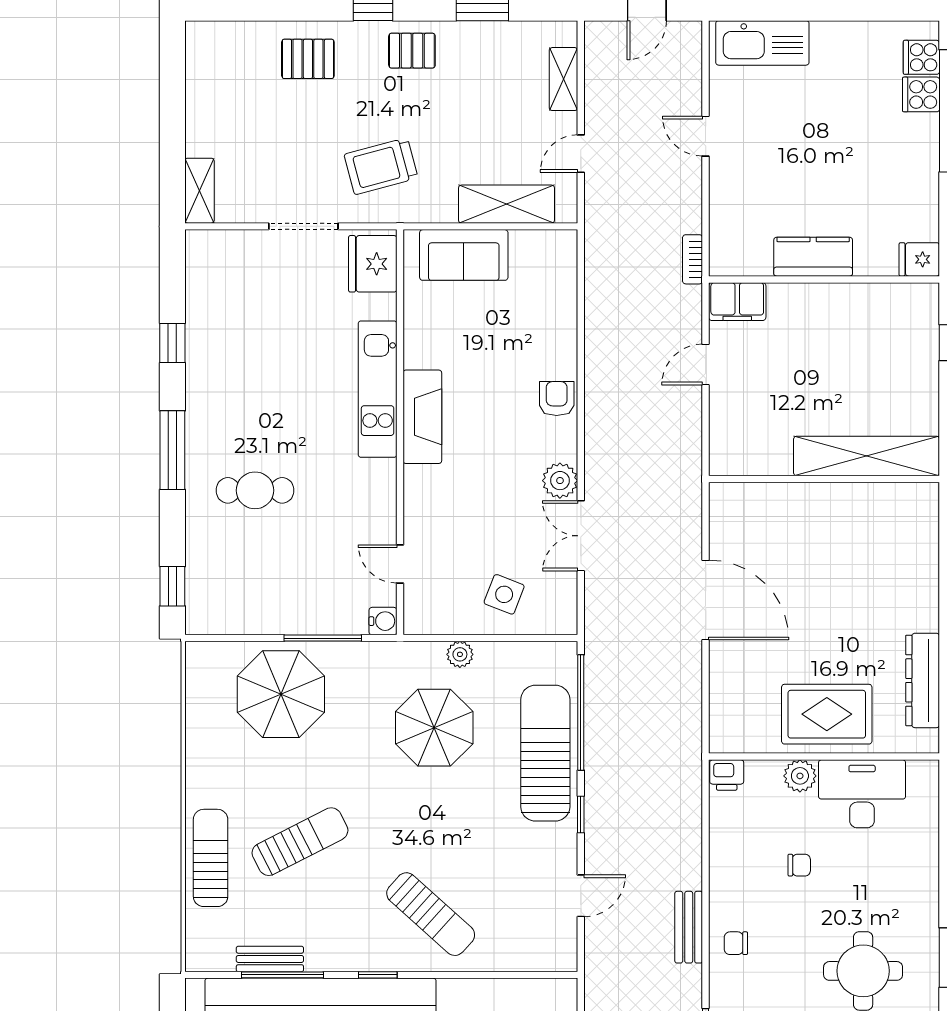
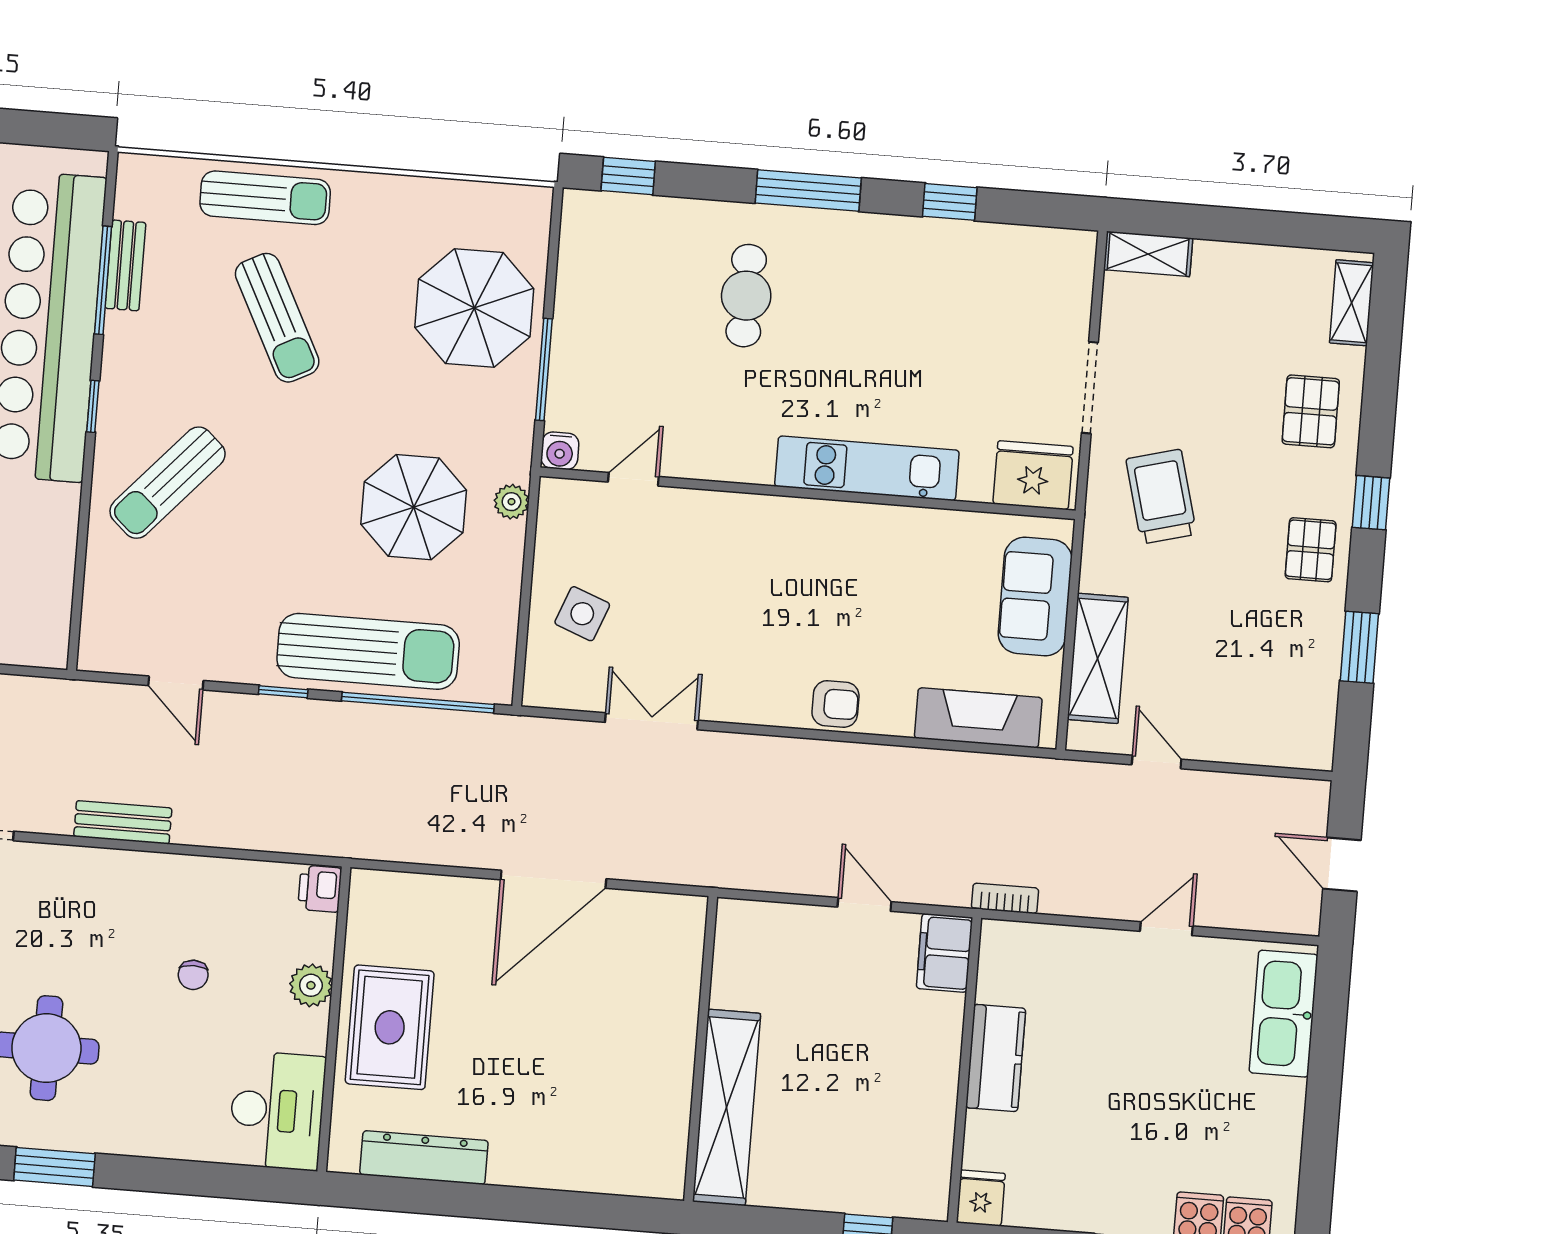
shelving: (564, 79) -> (1352, 303), moved, turned 90
fireplace: (422, 417) -> (978, 718), moved, turned 180
plant: (560, 481) -> (727, 700), removed
plant: (460, 654) -> (511, 502), moved
desk: (862, 794) -> (277, 1110), moved
chair: (736, 943) -> (97, 883), removed

